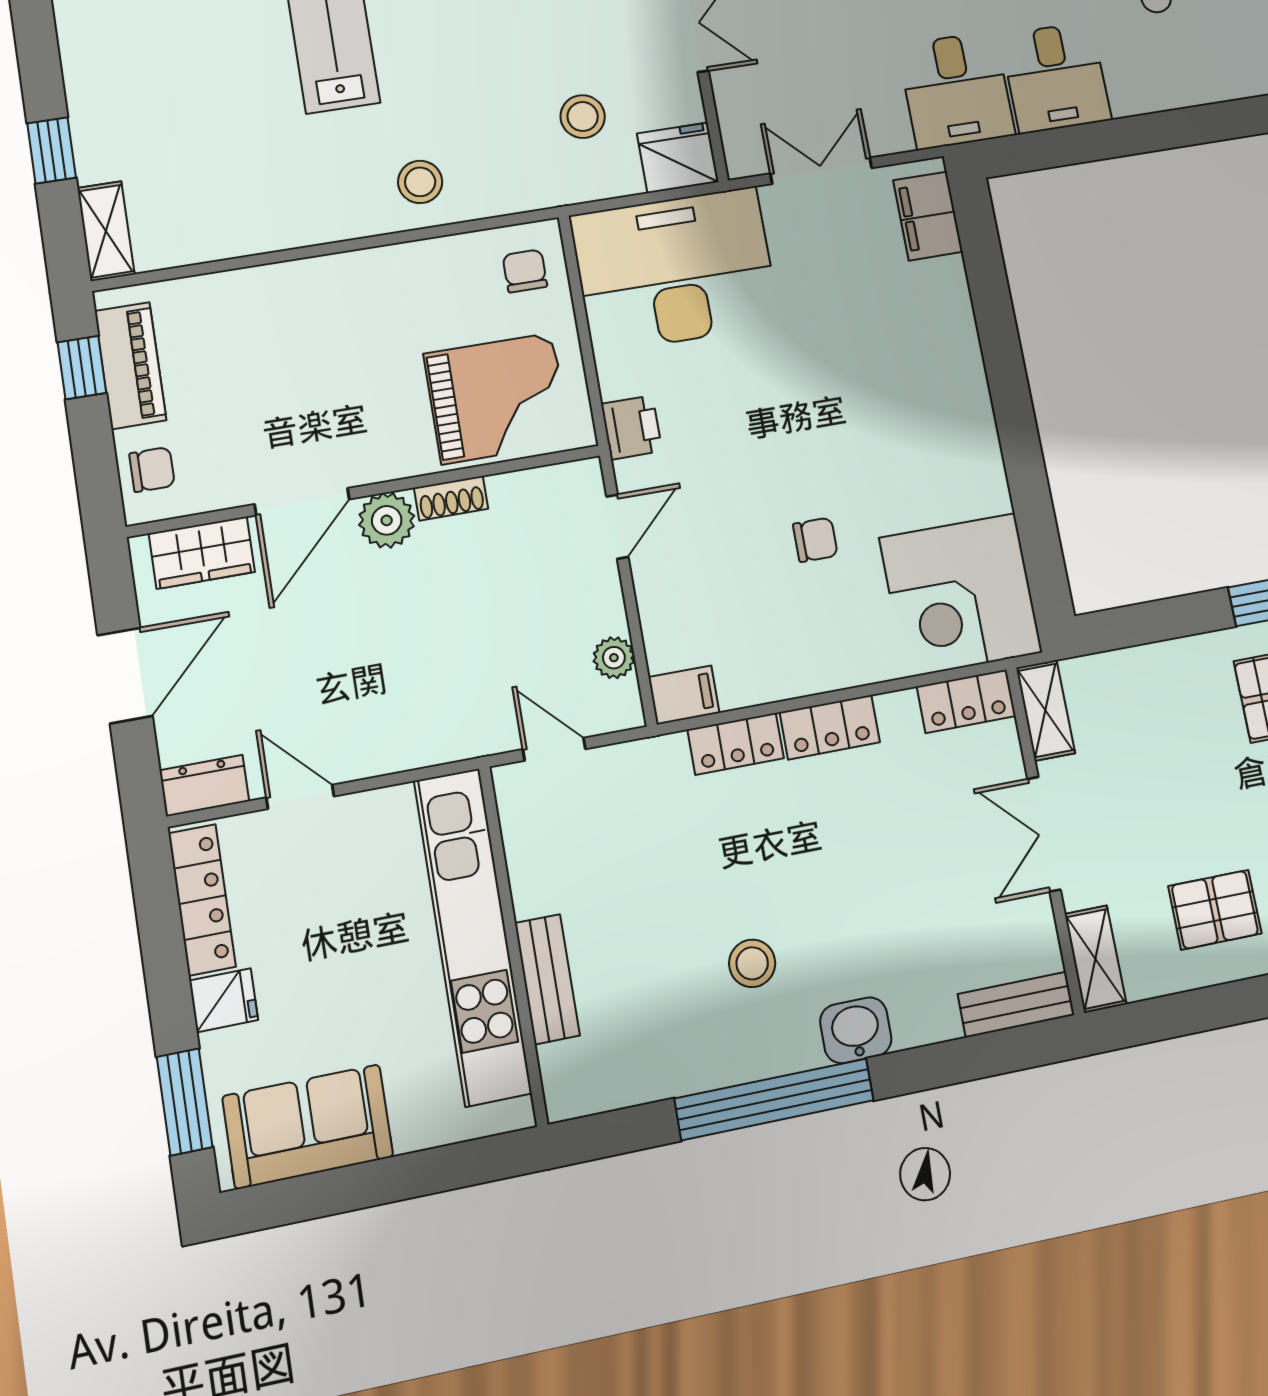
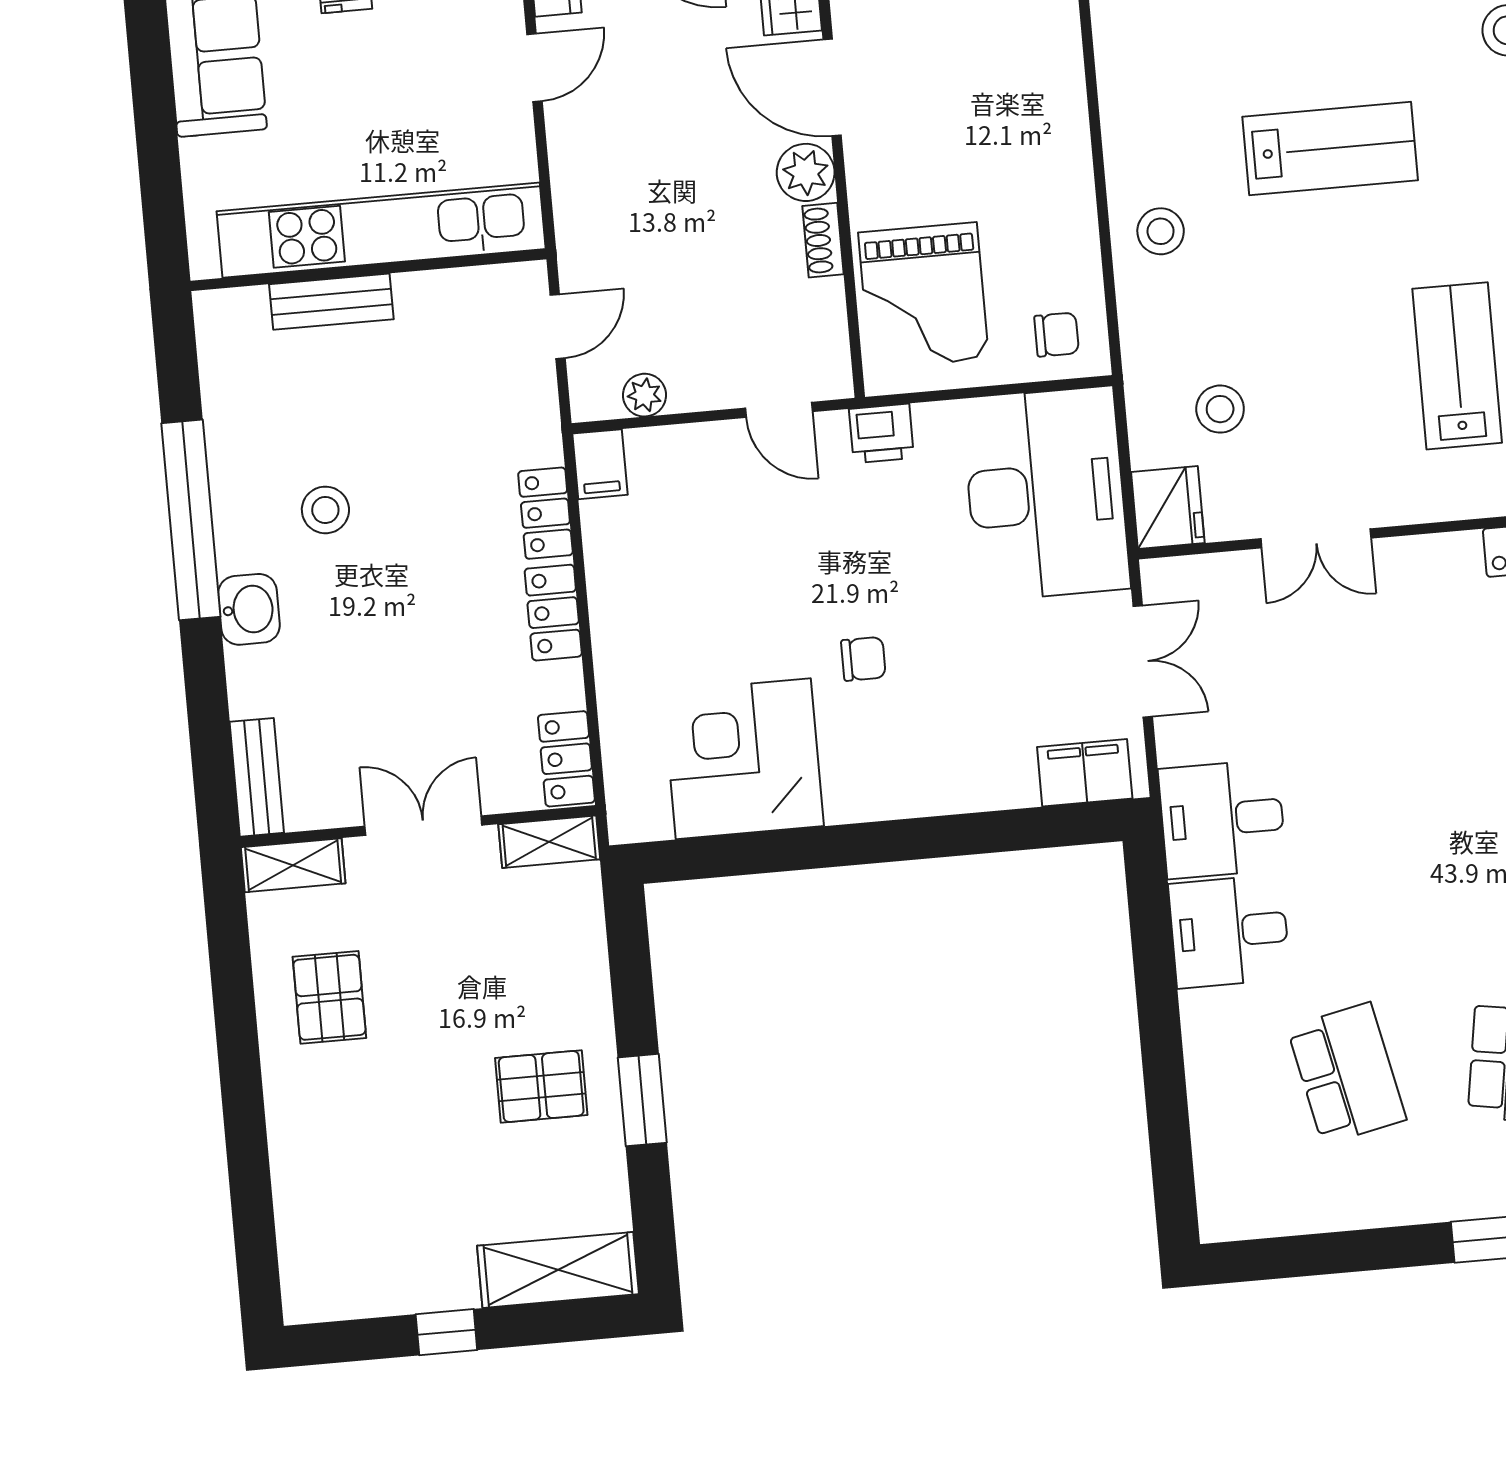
chair: (815, 540) -> (863, 659), moved, turned -90
corner desk: (961, 595) -> (743, 759), moved

